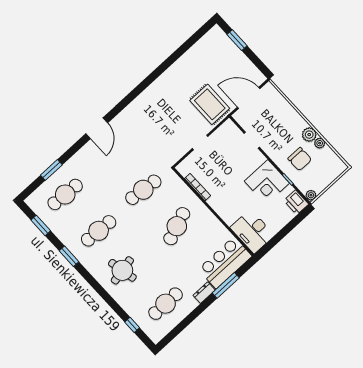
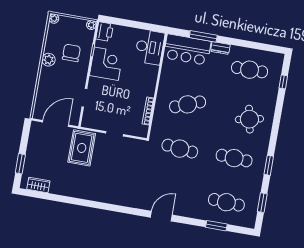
wardrobe: (206, 42) -> (38, 185), added
door: (249, 98) -> (56, 124), swing flipped
plant: (320, 143) -> (54, 19), moved

